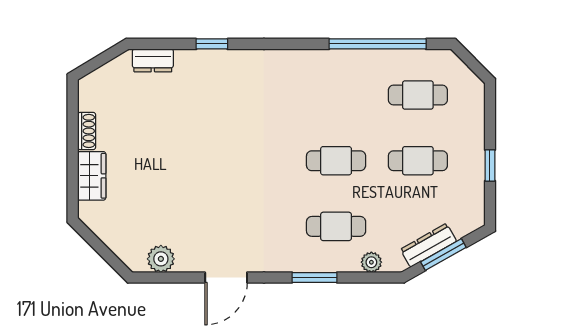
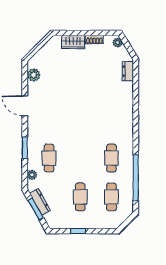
window: (212, 44) -> (136, 99), removed
plant: (93, 82) -> (118, 43), added
cafe table: (336, 161) -> (111, 158), moved

